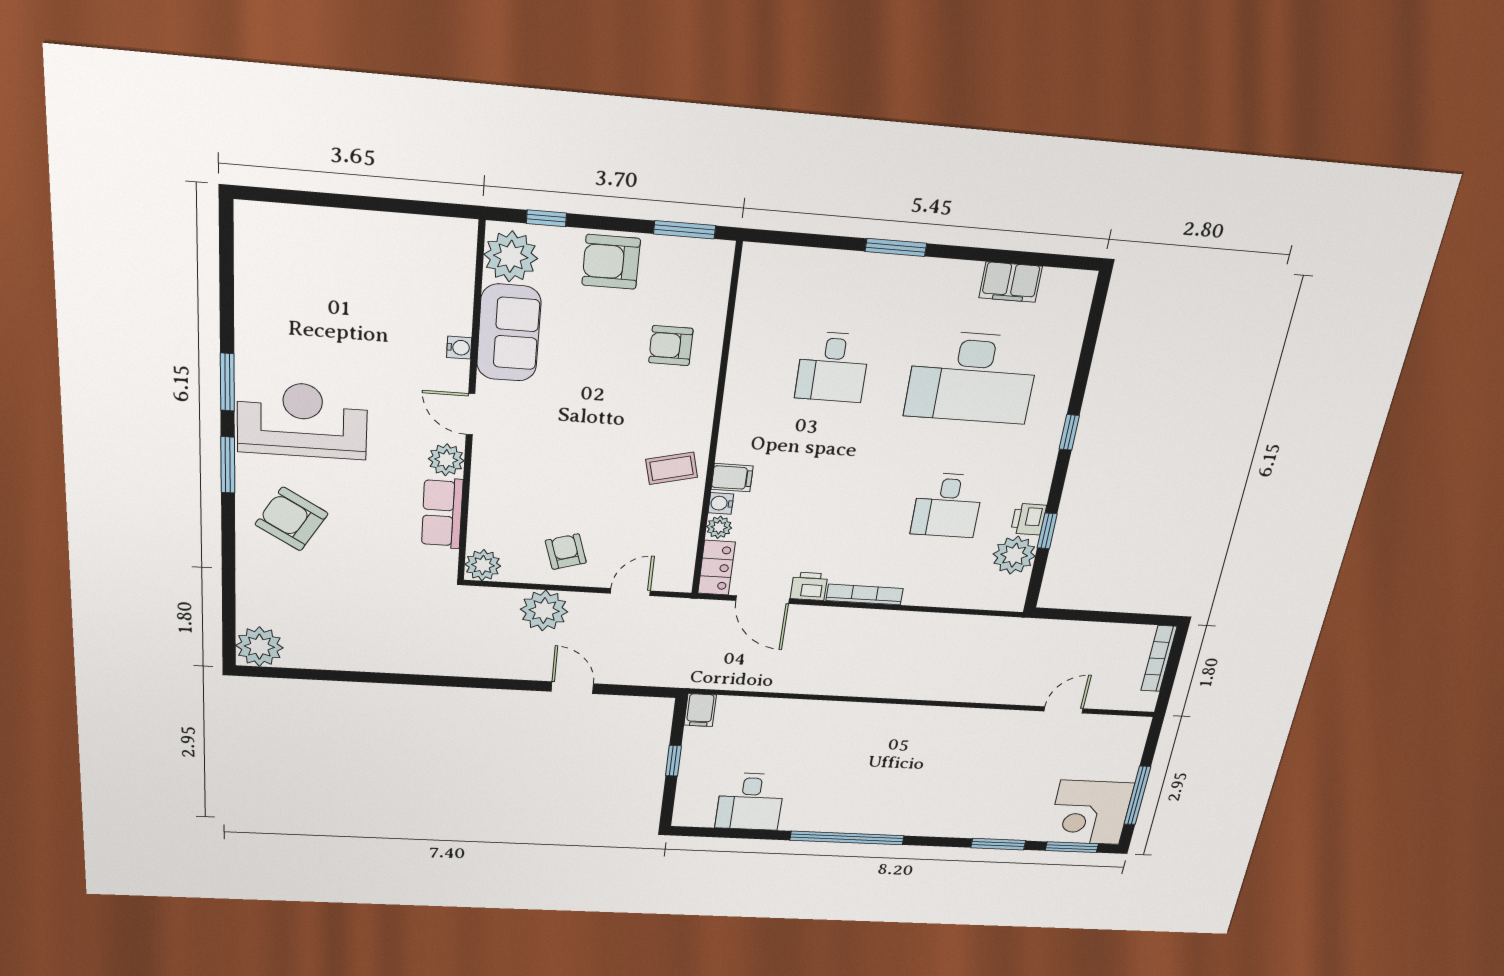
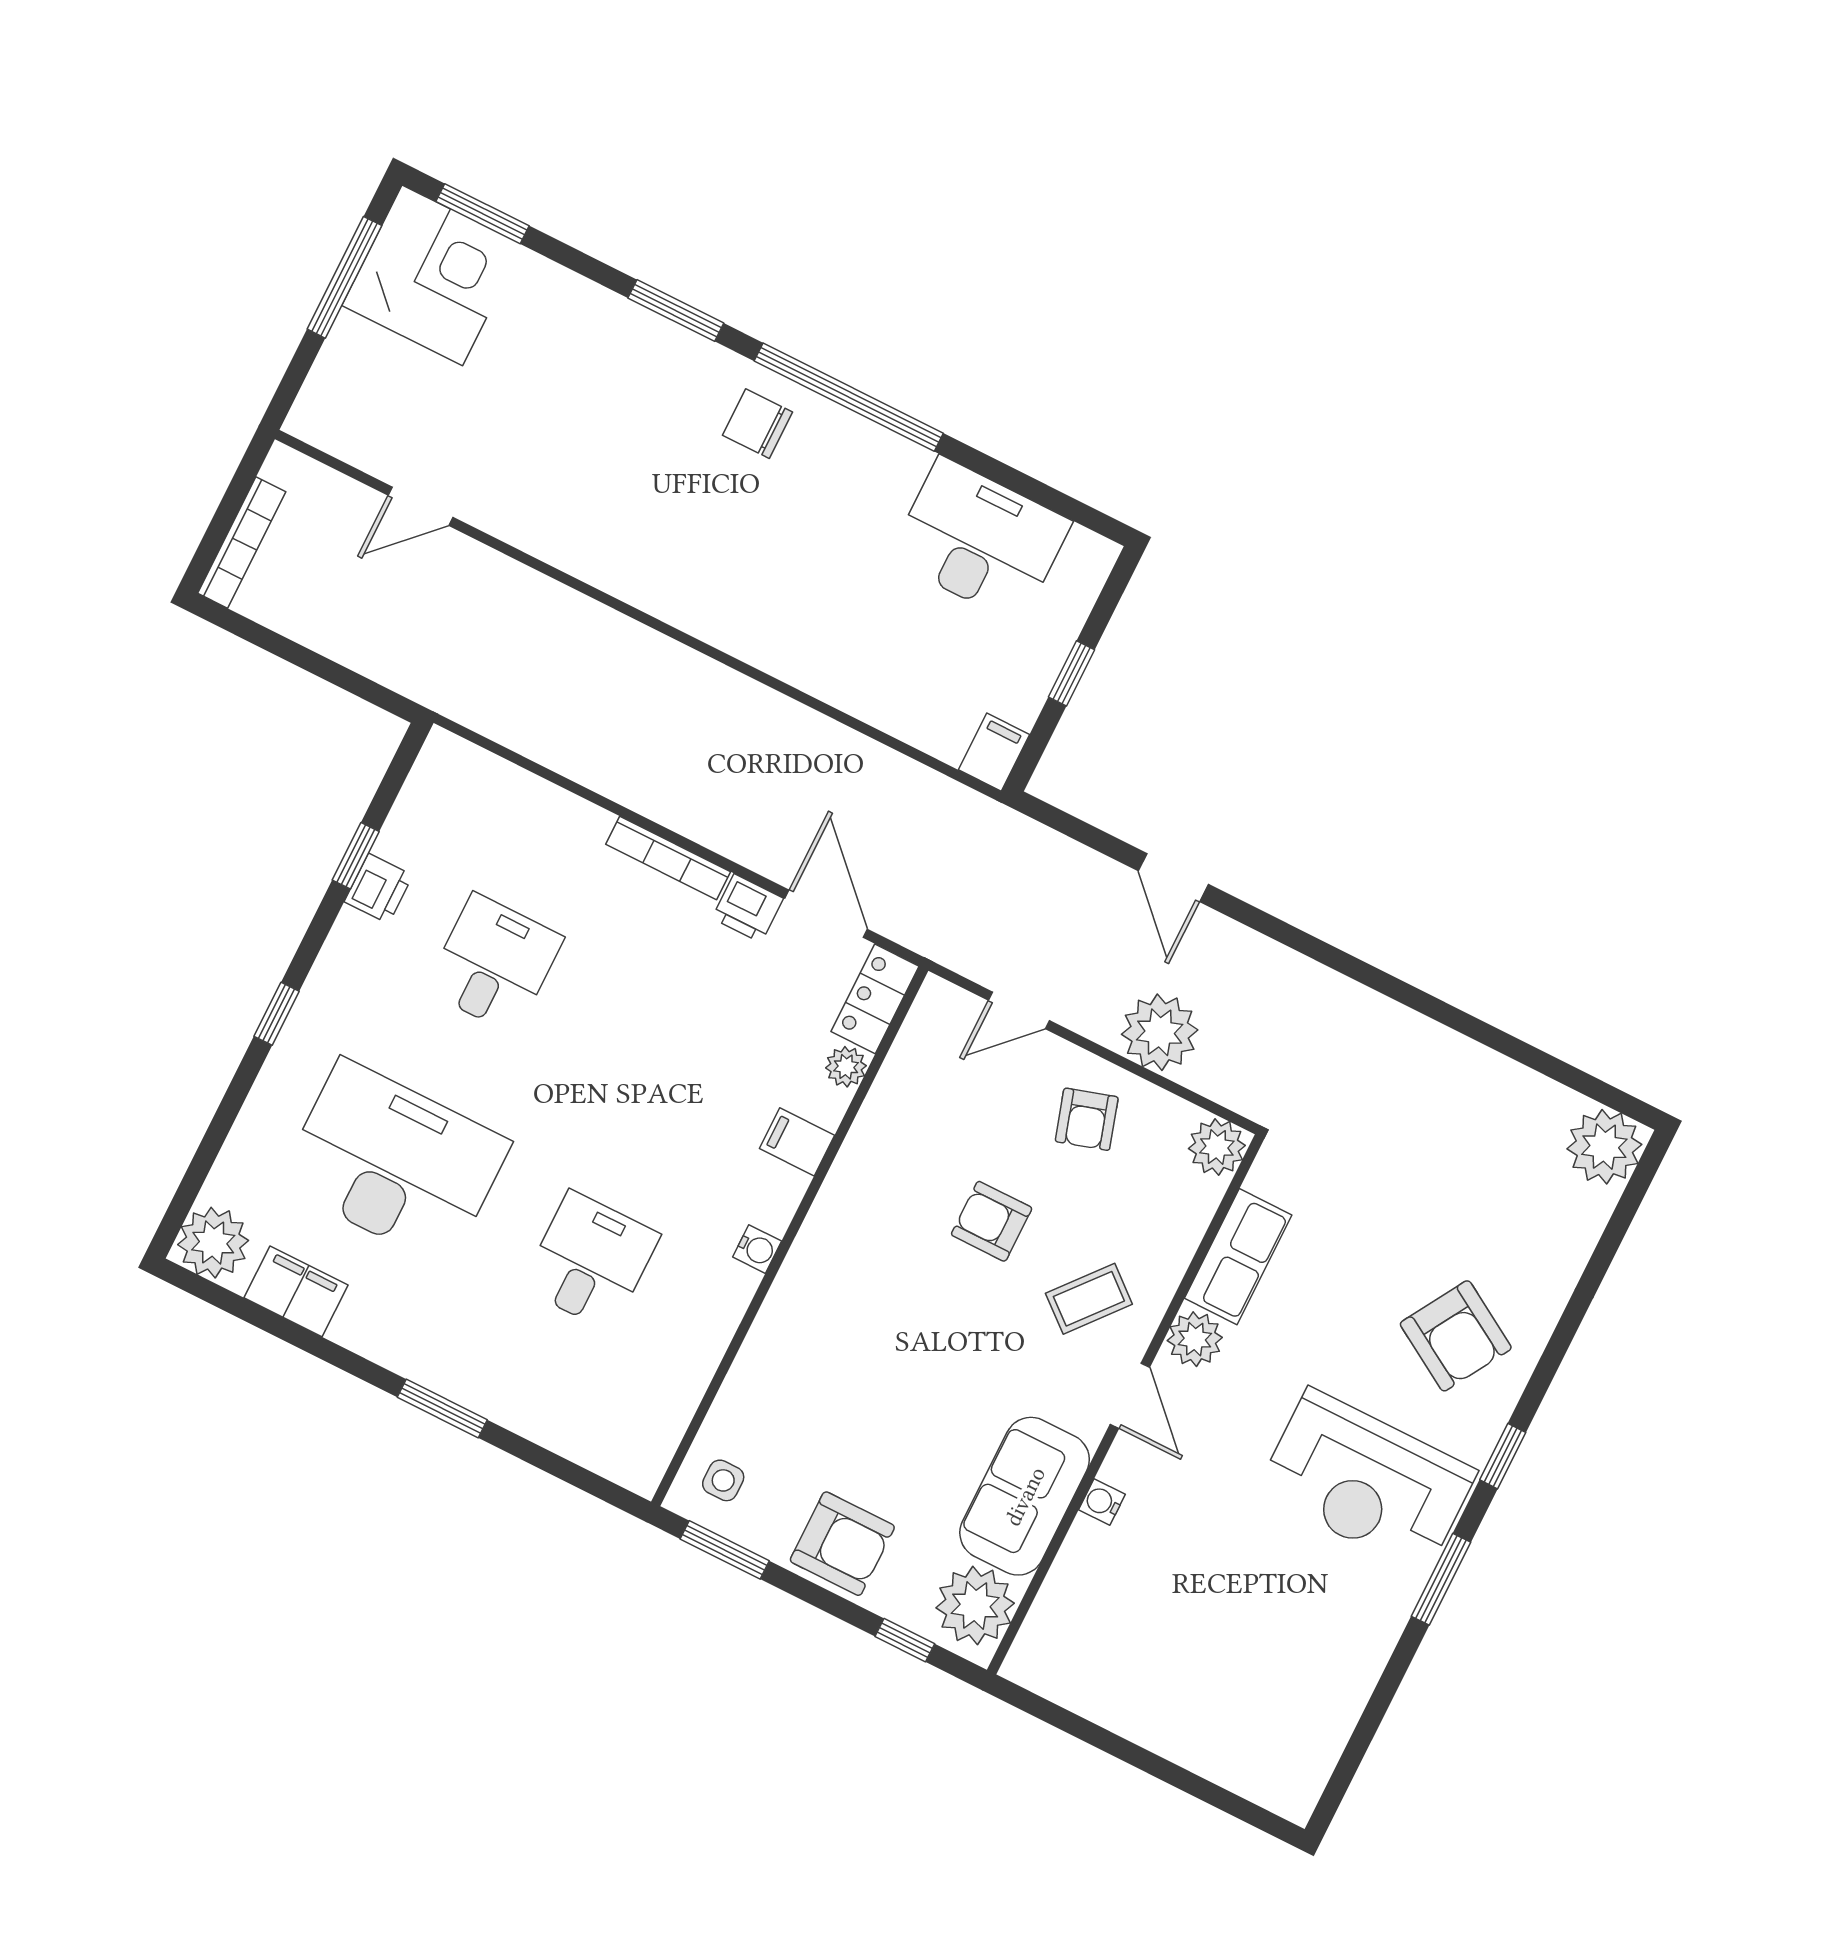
side table: (702, 271) -> (723, 1480), added
armchair: (671, 346) -> (992, 1221), moved, turned 180
window: (228, 465) -> (1503, 1456), width x0.67
coffee table: (672, 468) -> (1089, 1299), moved, turned -36
water cooler: (721, 503) -> (757, 1249), moved
plant: (1014, 555) -> (213, 1243), moved
desk: (750, 802) -> (980, 540), width x1.37
chair: (892, 810) -> (758, 424), added
window: (998, 844) -> (676, 310), moved

